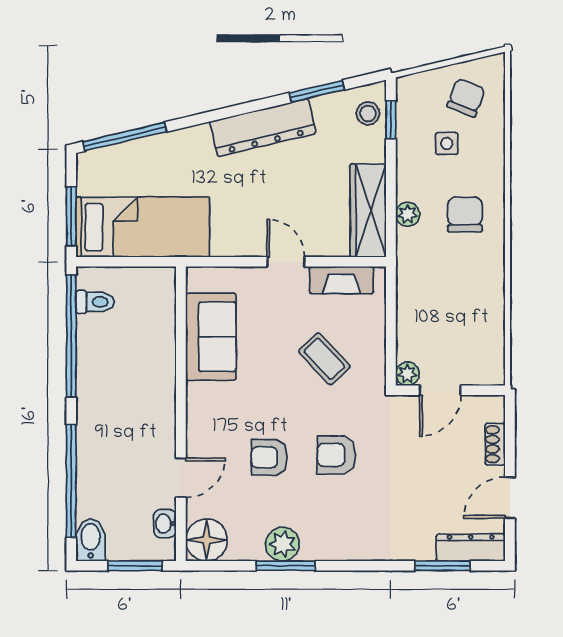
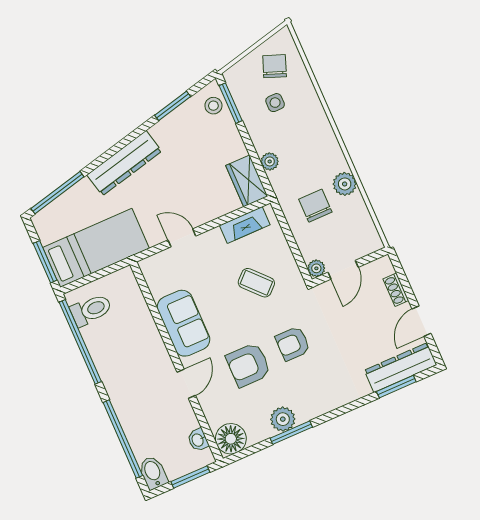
window: (391, 120) -> (231, 103), width x1.50
dresser: (263, 127) -> (124, 163), moved
wardrobe: (368, 211) -> (247, 181), width x0.67
chair: (465, 214) -> (315, 206), moved
door: (286, 262) -> (182, 238), moved
plant: (489, 284) -> (345, 184), added
toilet: (95, 302) -> (91, 310), width x1.37, depth x1.39
sofa: (211, 337) -> (183, 323), moved
armchair: (269, 457) -> (248, 365), width x1.38, depth x1.38
door: (181, 478) -> (186, 384), moved
dresser: (471, 548) -> (400, 368), width x1.37, depth x1.24

